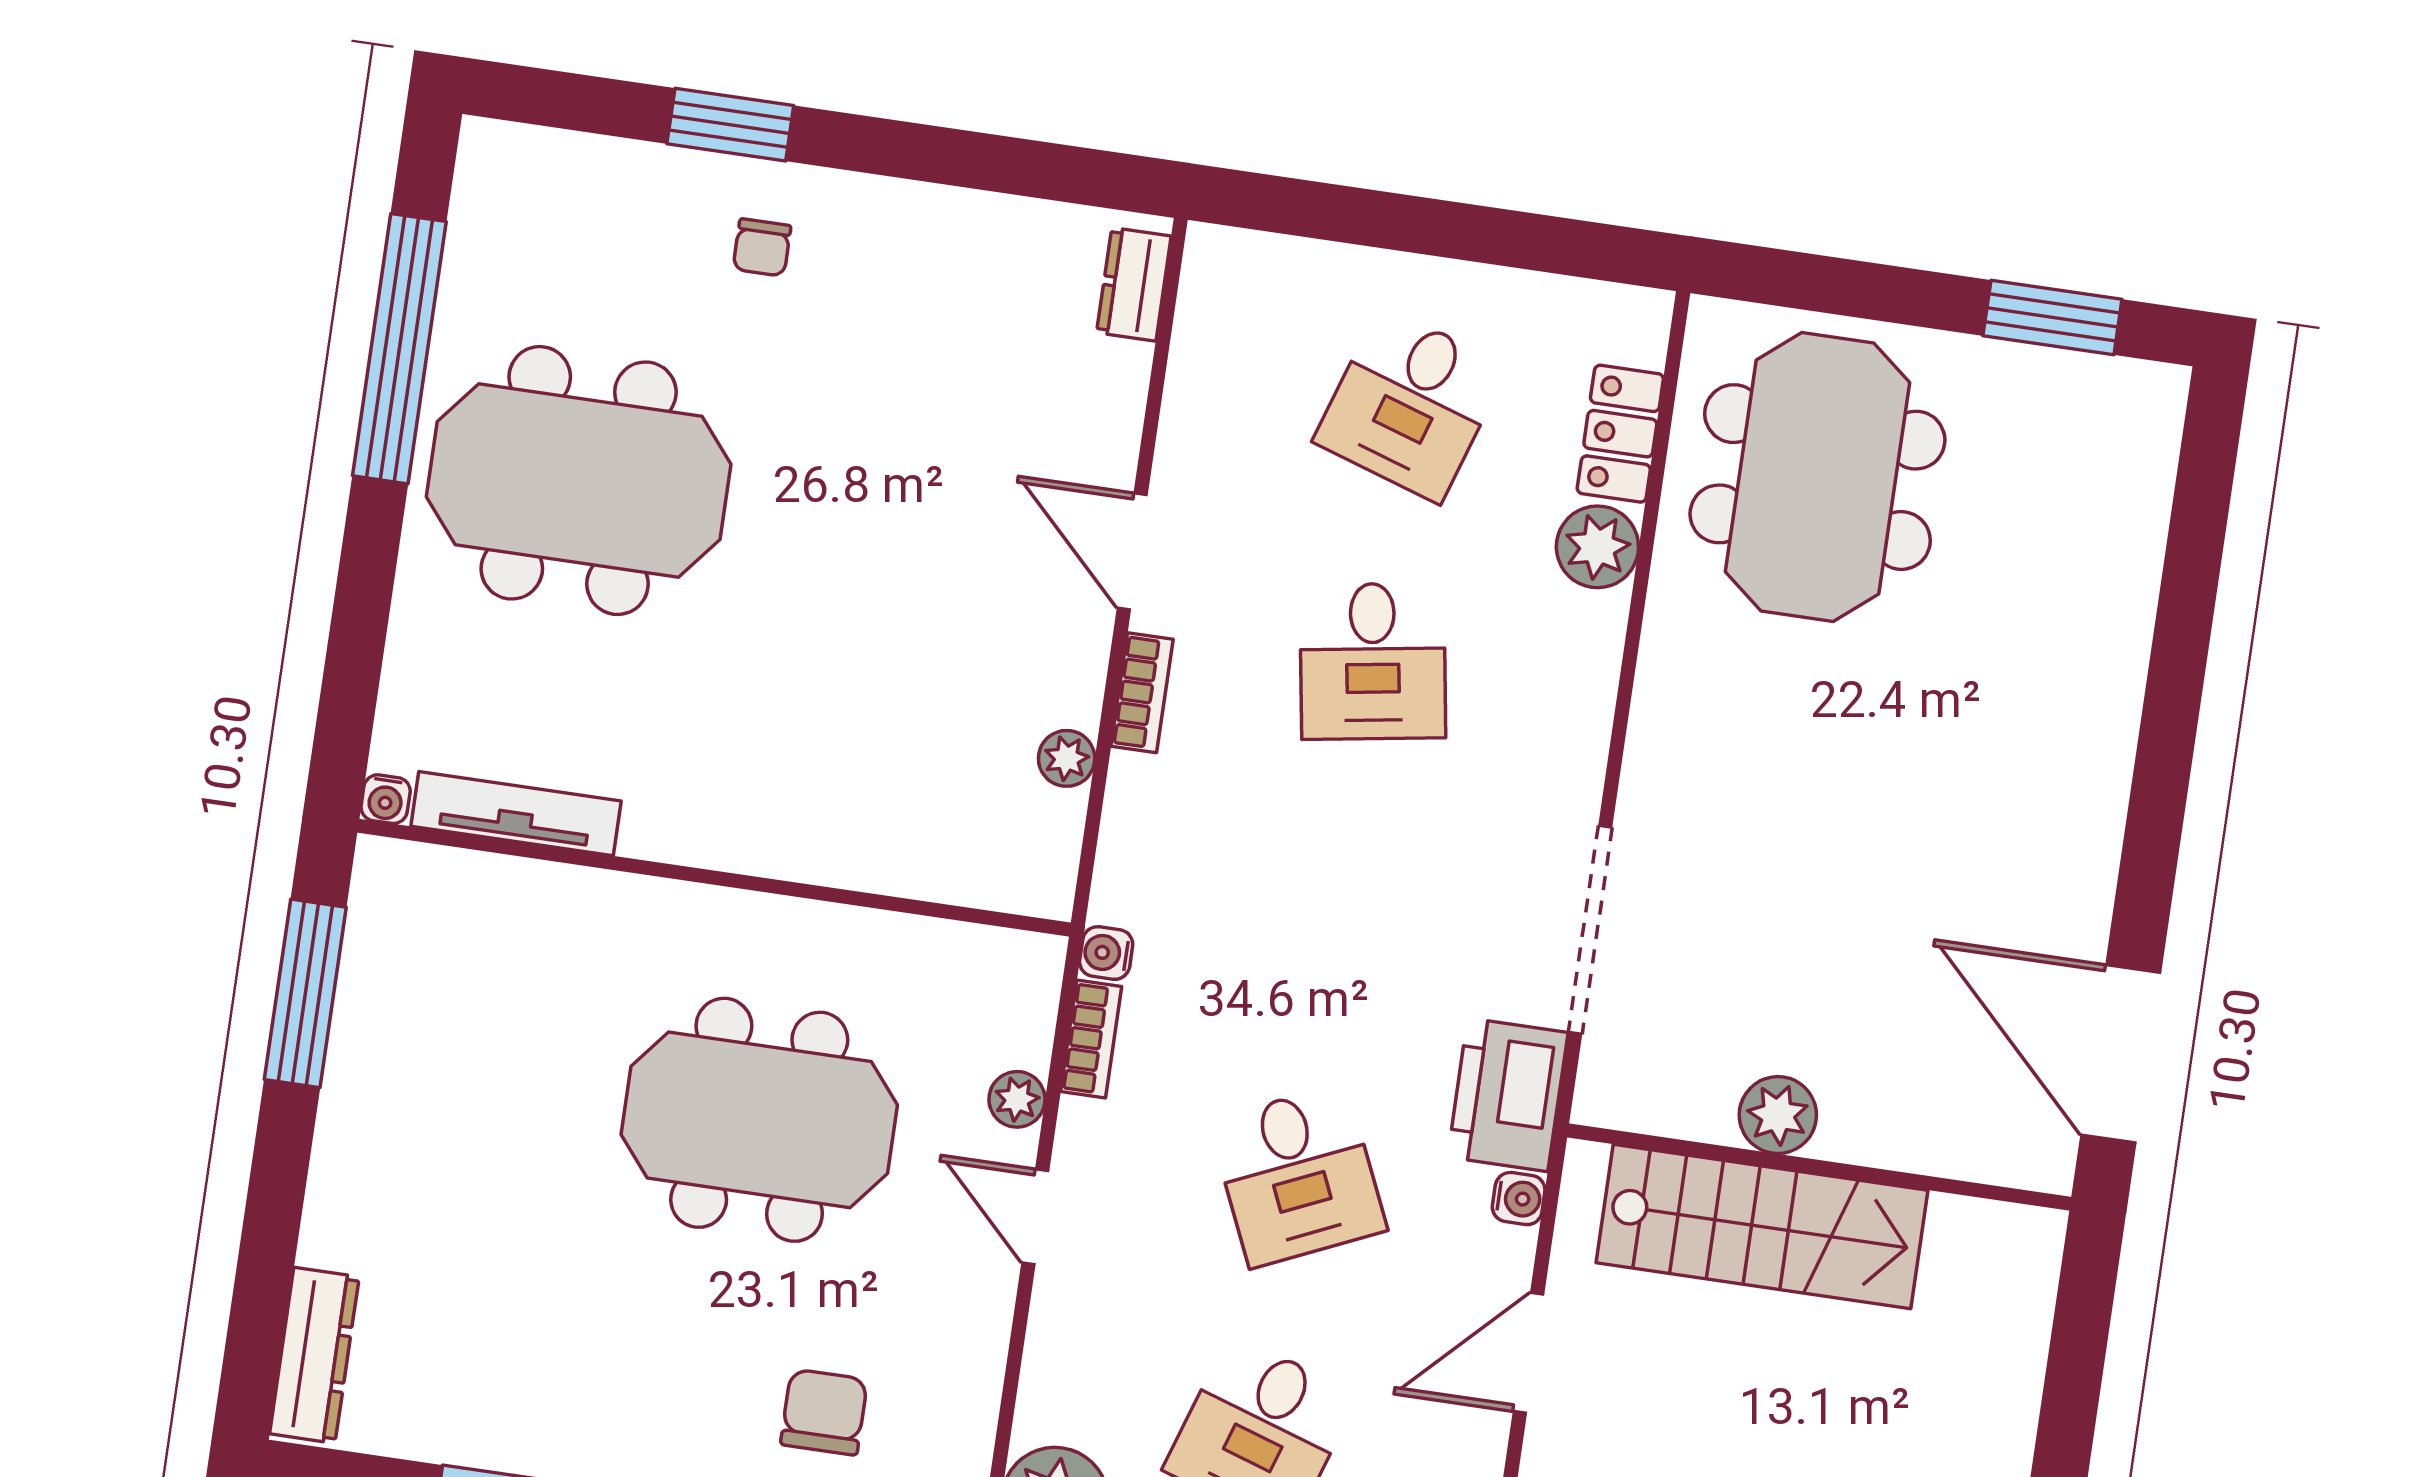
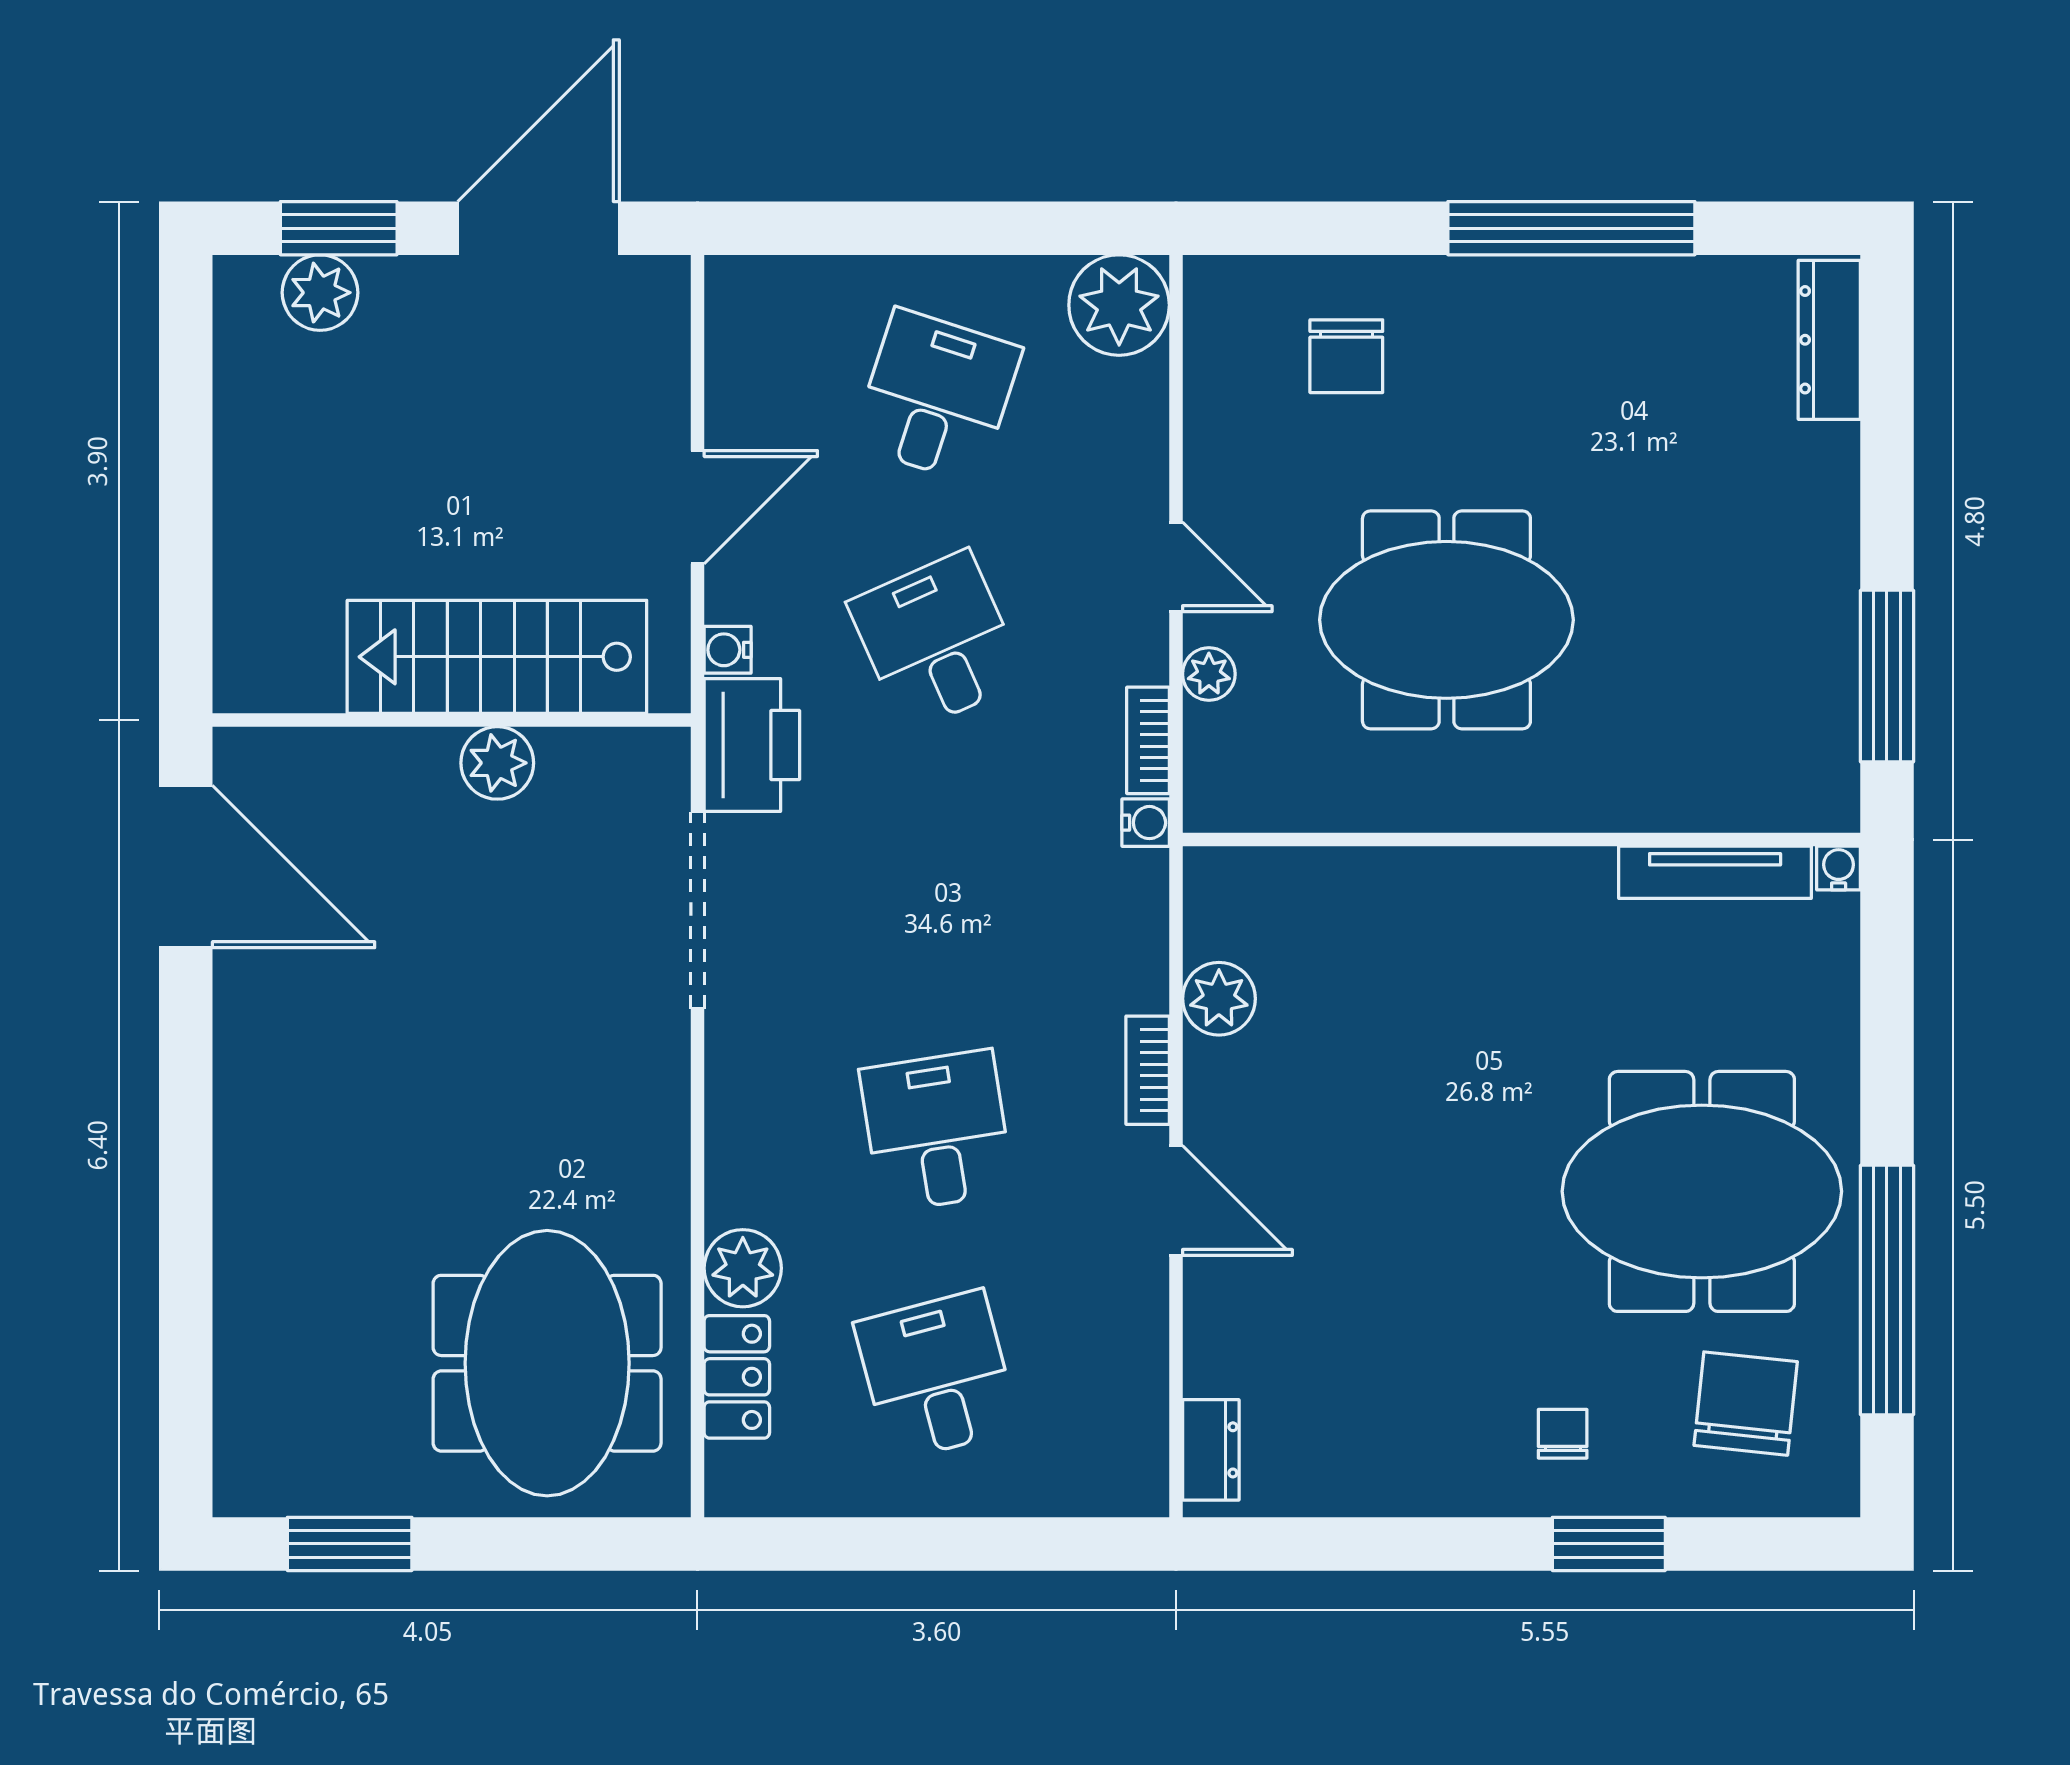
chair: (565, 251) -> (1746, 1404), added
desk: (1410, 404) -> (937, 1376), turned -33
plant: (1067, 758) -> (1219, 999), width x1.38, depth x1.38

